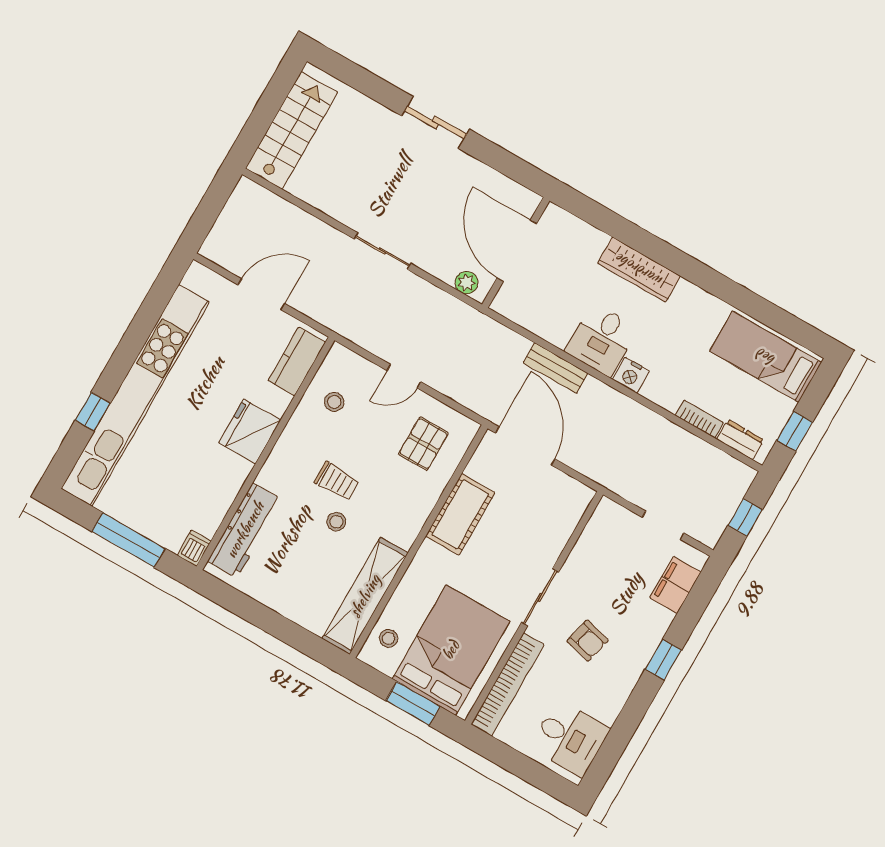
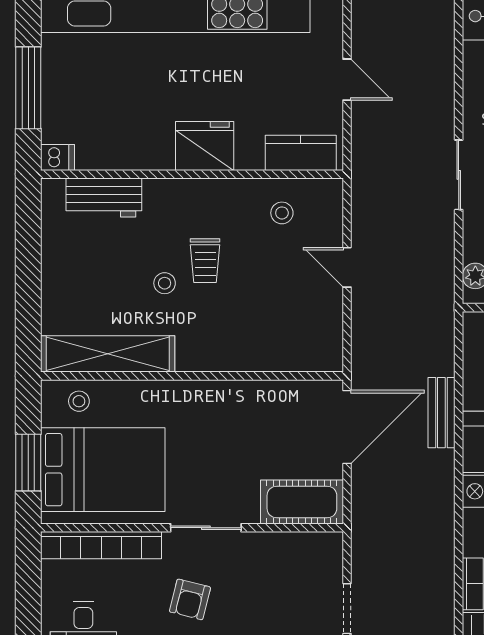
door: (261, 294) -> (347, 80), width x0.73
pallet: (423, 444) -> (292, 325), removed
cot: (460, 514) -> (302, 502), moved
workbench: (245, 530) -> (104, 197), width x0.73

